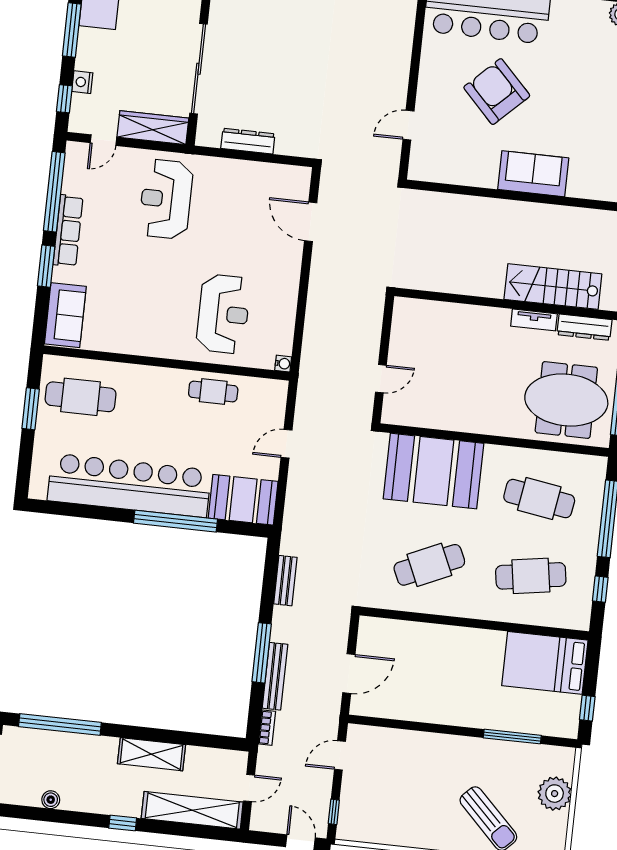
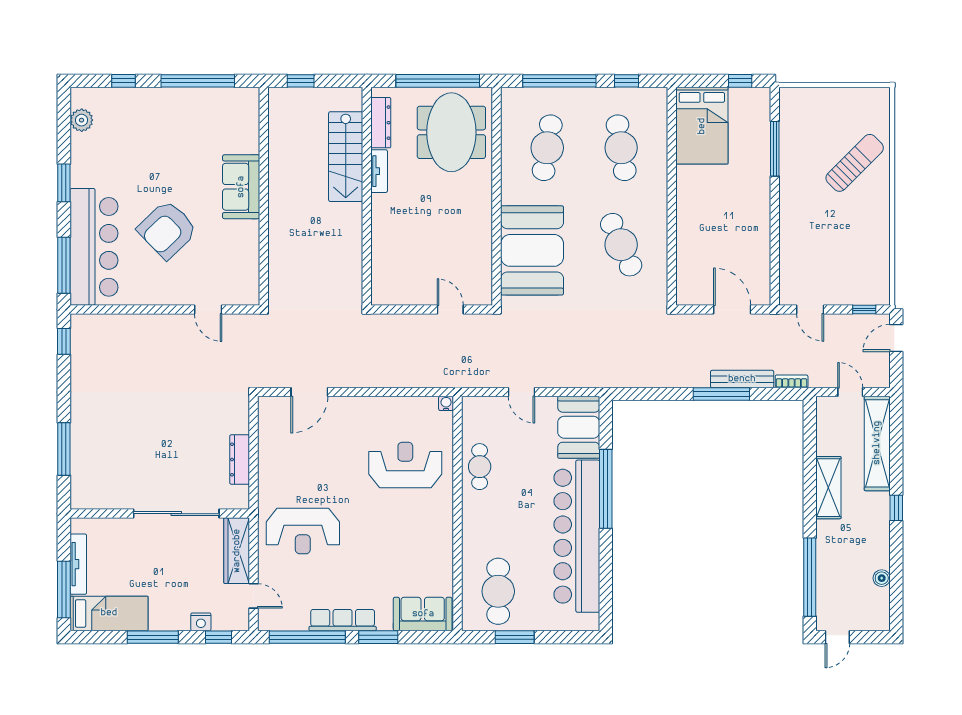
bench: (285, 581) -> (651, 379), removed
plant: (555, 794) -> (824, 103), removed

